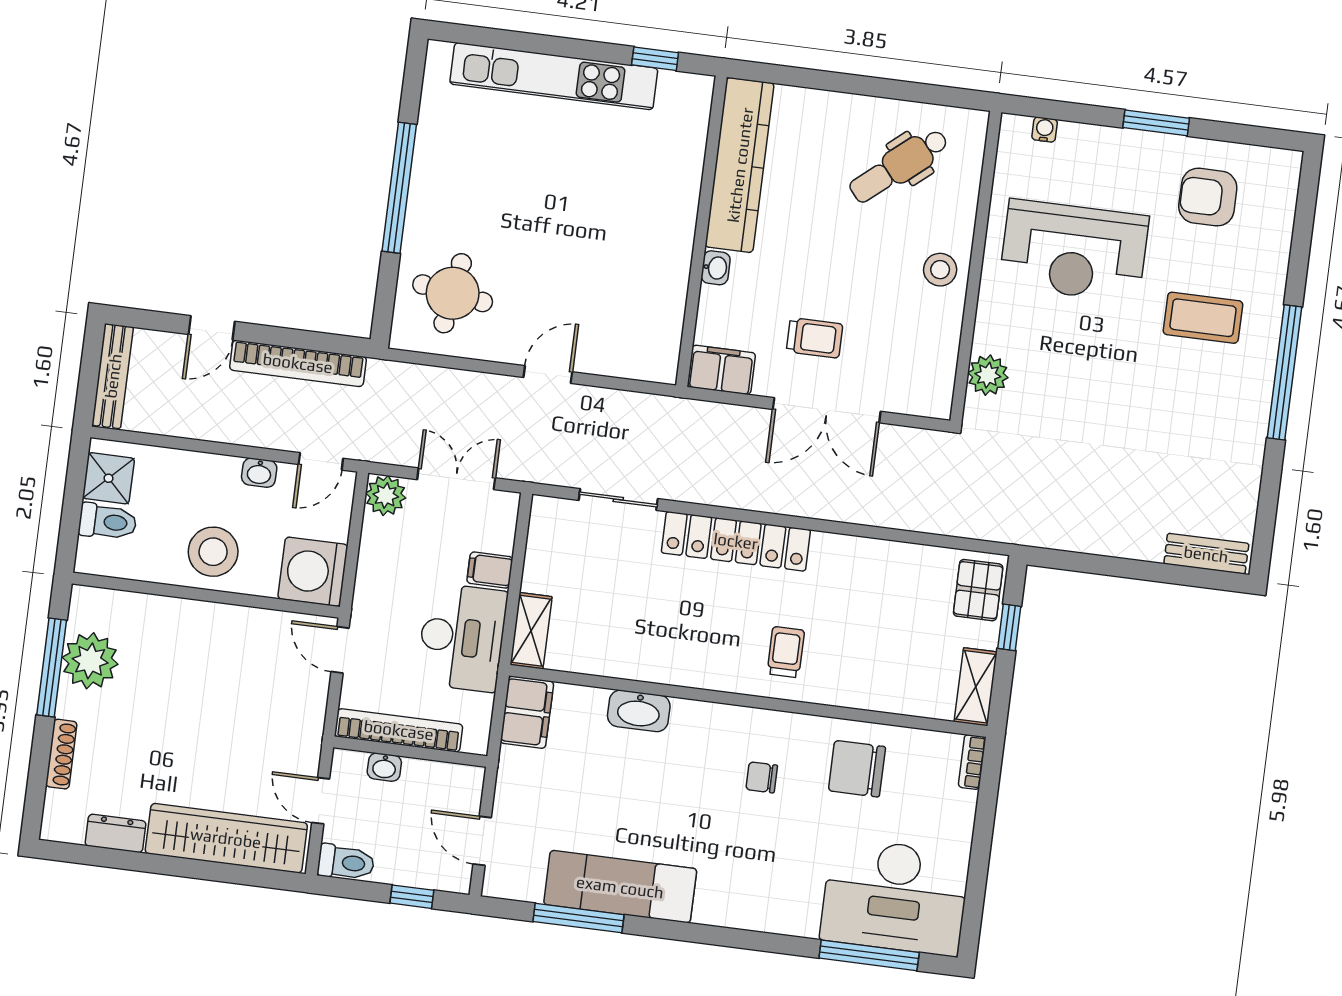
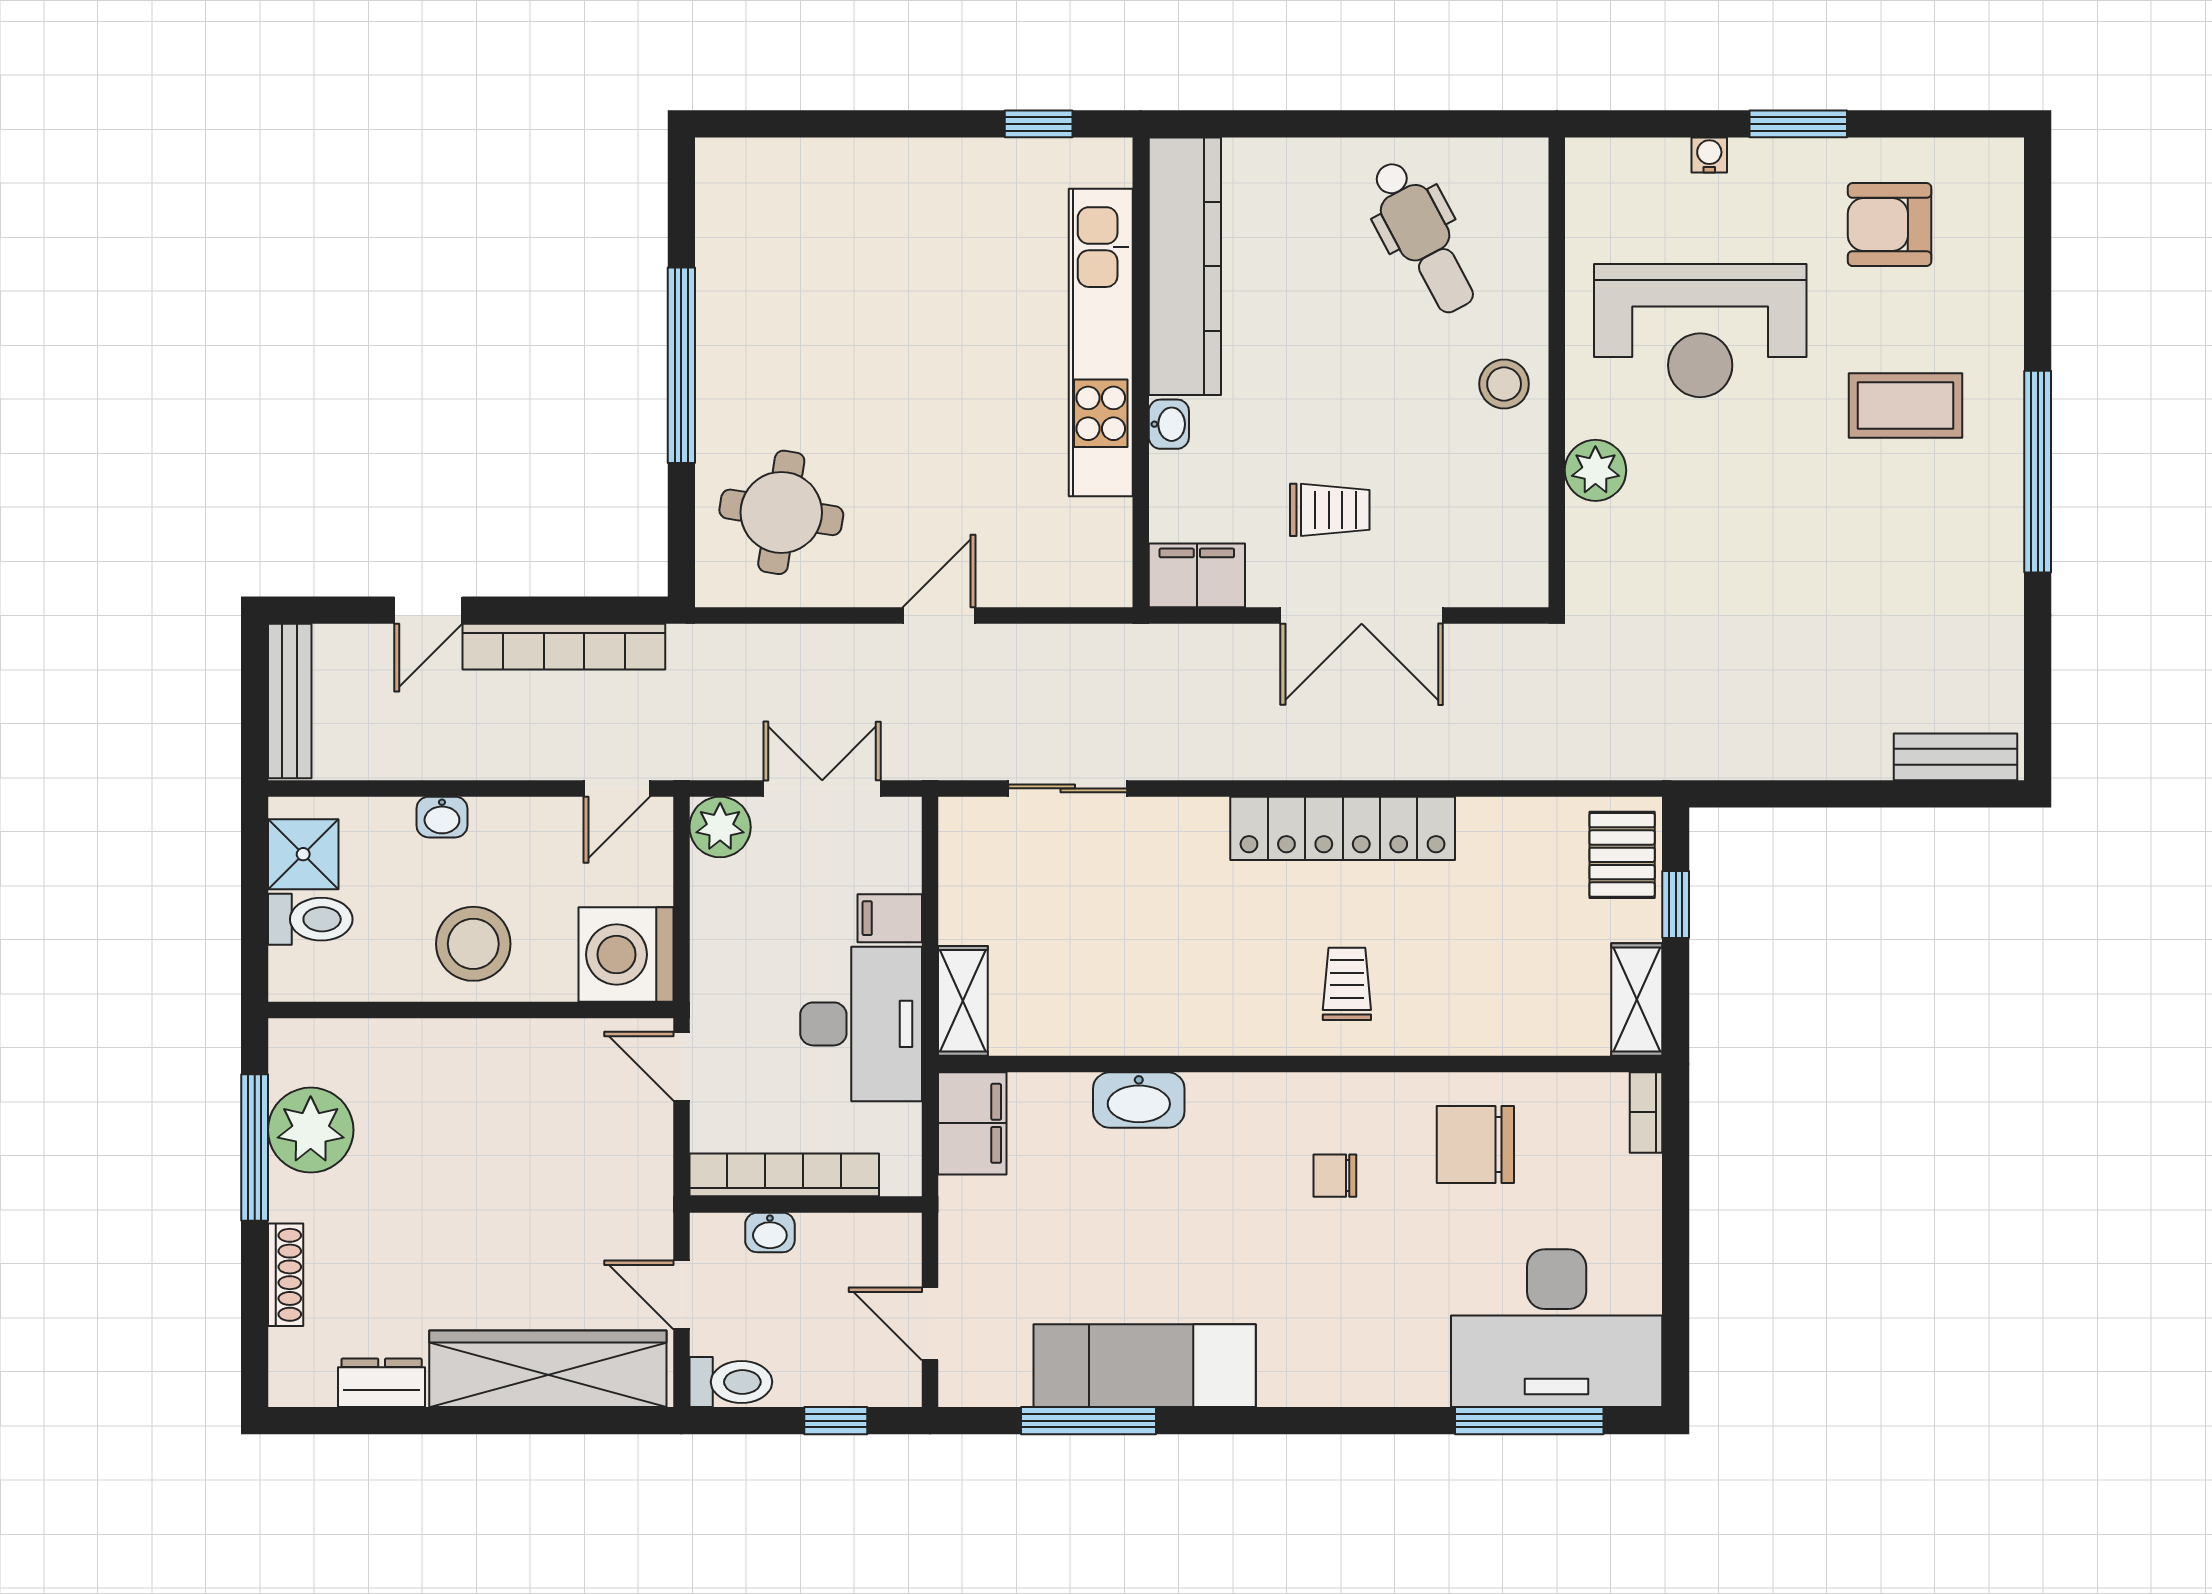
kitchen unit: (554, 76) -> (1101, 342), moved, turned 90
water cooler: (1045, 129) -> (1709, 155), moved
dental chair: (899, 166) -> (1423, 237), turned -78
plant: (988, 375) -> (1595, 470), moved
washbasin: (259, 473) -> (442, 817), moved
locker: (736, 541) -> (1343, 828), moved

